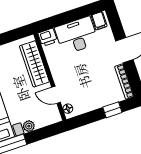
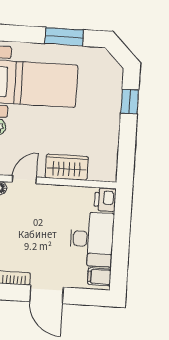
wardrobe: (34, 64) -> (67, 167), width x0.67

